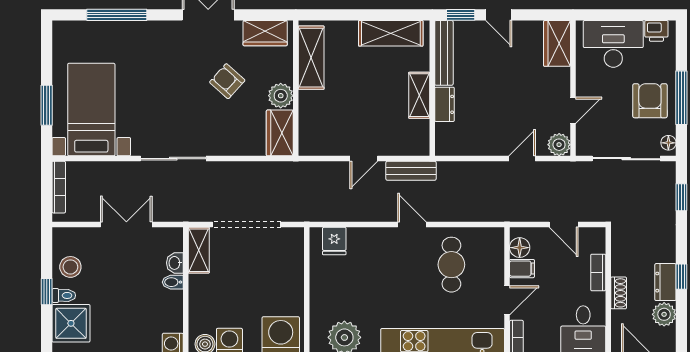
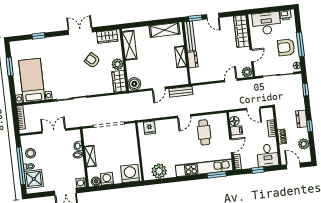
window: (117, 15) -> (39, 36), width x0.46
wardrobe: (557, 43) -> (241, 31), width x1.50
armchair: (650, 101) -> (286, 47), turned -90
window: (47, 105) -> (10, 67), moved
boiler: (312, 142) -> (134, 84), added
door: (412, 225) -> (184, 116), swing flipped
shelving: (199, 250) -> (90, 156), moved
dresser: (665, 282) -> (301, 119), moved
window: (47, 292) -> (21, 166), width x3.17

